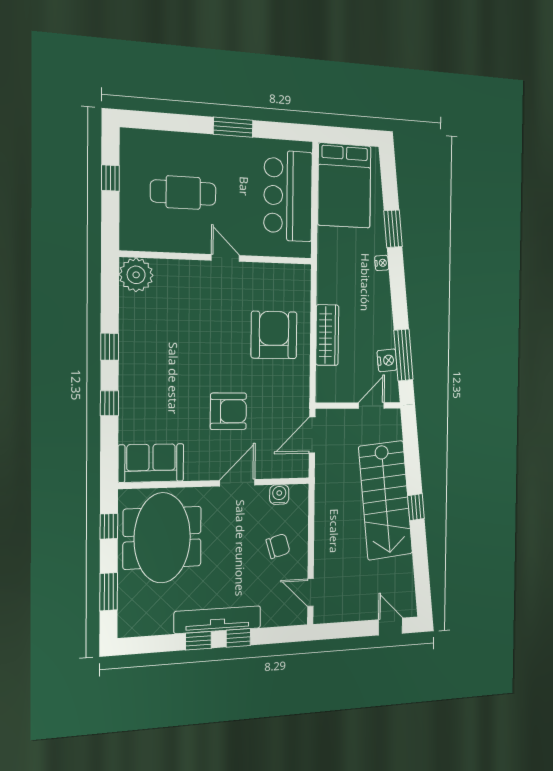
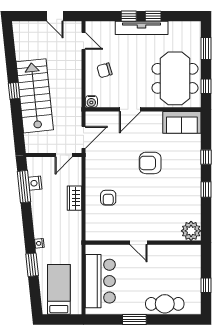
bed: (344, 186) -> (59, 289), width x0.67
cafe table: (183, 193) -> (165, 304), moved
armchair: (274, 335) -> (108, 198), width x0.53, depth x0.53
wardrobe: (327, 335) -> (74, 198), width x0.67
door: (371, 406) -> (64, 155), moved
armchair: (228, 411) -> (150, 163), moved
water cooler: (279, 495) -> (91, 102), moved
door: (391, 627) -> (55, 16), moved

